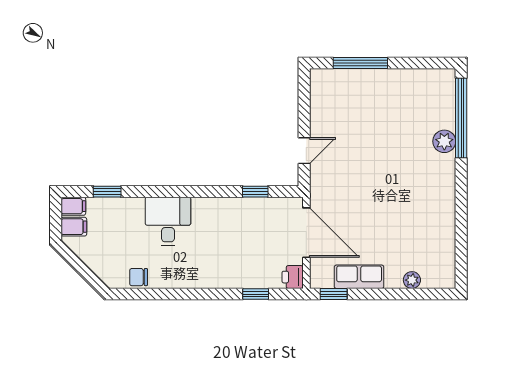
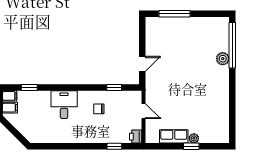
door: (306, 233) -> (144, 111), width x0.53
chair: (139, 277) -> (99, 109), moved
plant: (412, 280) -> (194, 138), moved
window: (334, 294) -> (191, 146), moved

